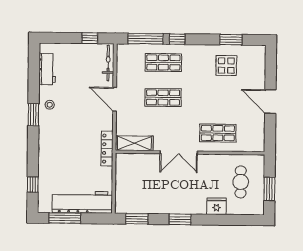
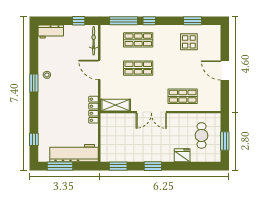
workbench: (47, 69) -> (51, 32), moved, turned 90

